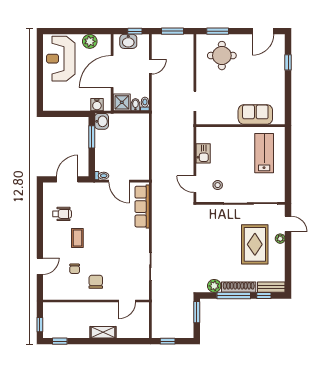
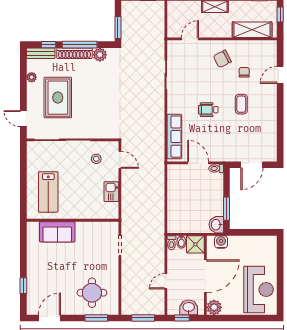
plant: (90, 41) -> (214, 307), moved
wheelchair: (62, 214) -> (208, 110), moved
plant: (280, 239) -> (32, 77), moved
chair: (96, 282) -> (222, 59), turned 63
shelving: (67, 310) -> (252, 30), added

